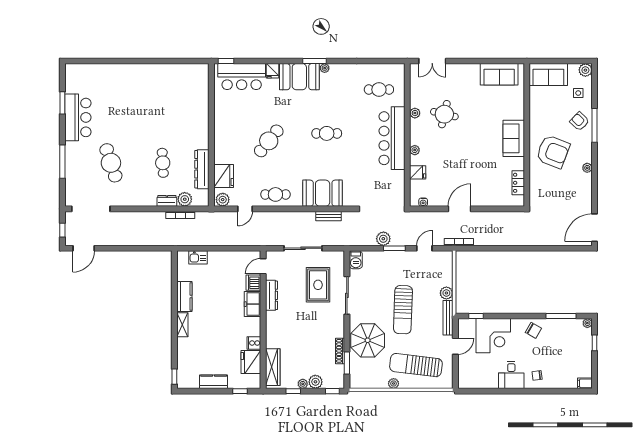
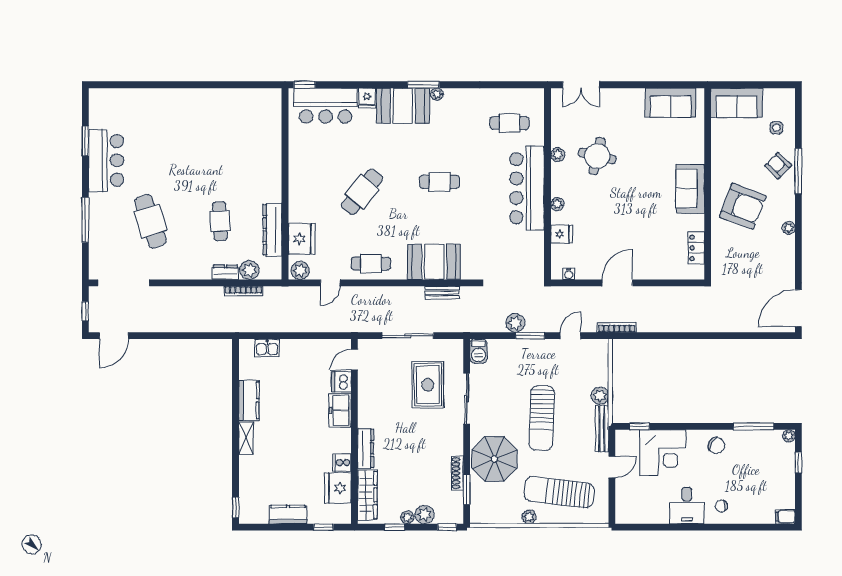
plant: (585, 70) -> (786, 97), removed
dresser: (271, 295) -> (366, 448), moved

